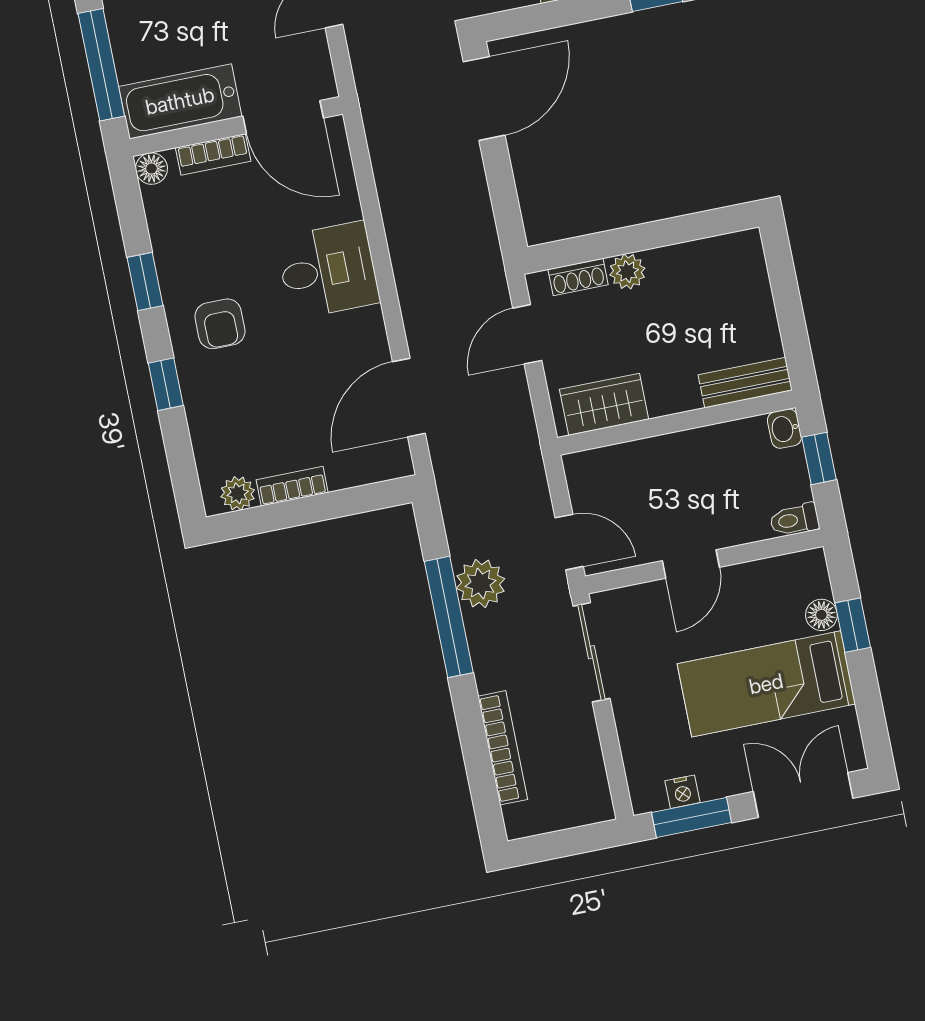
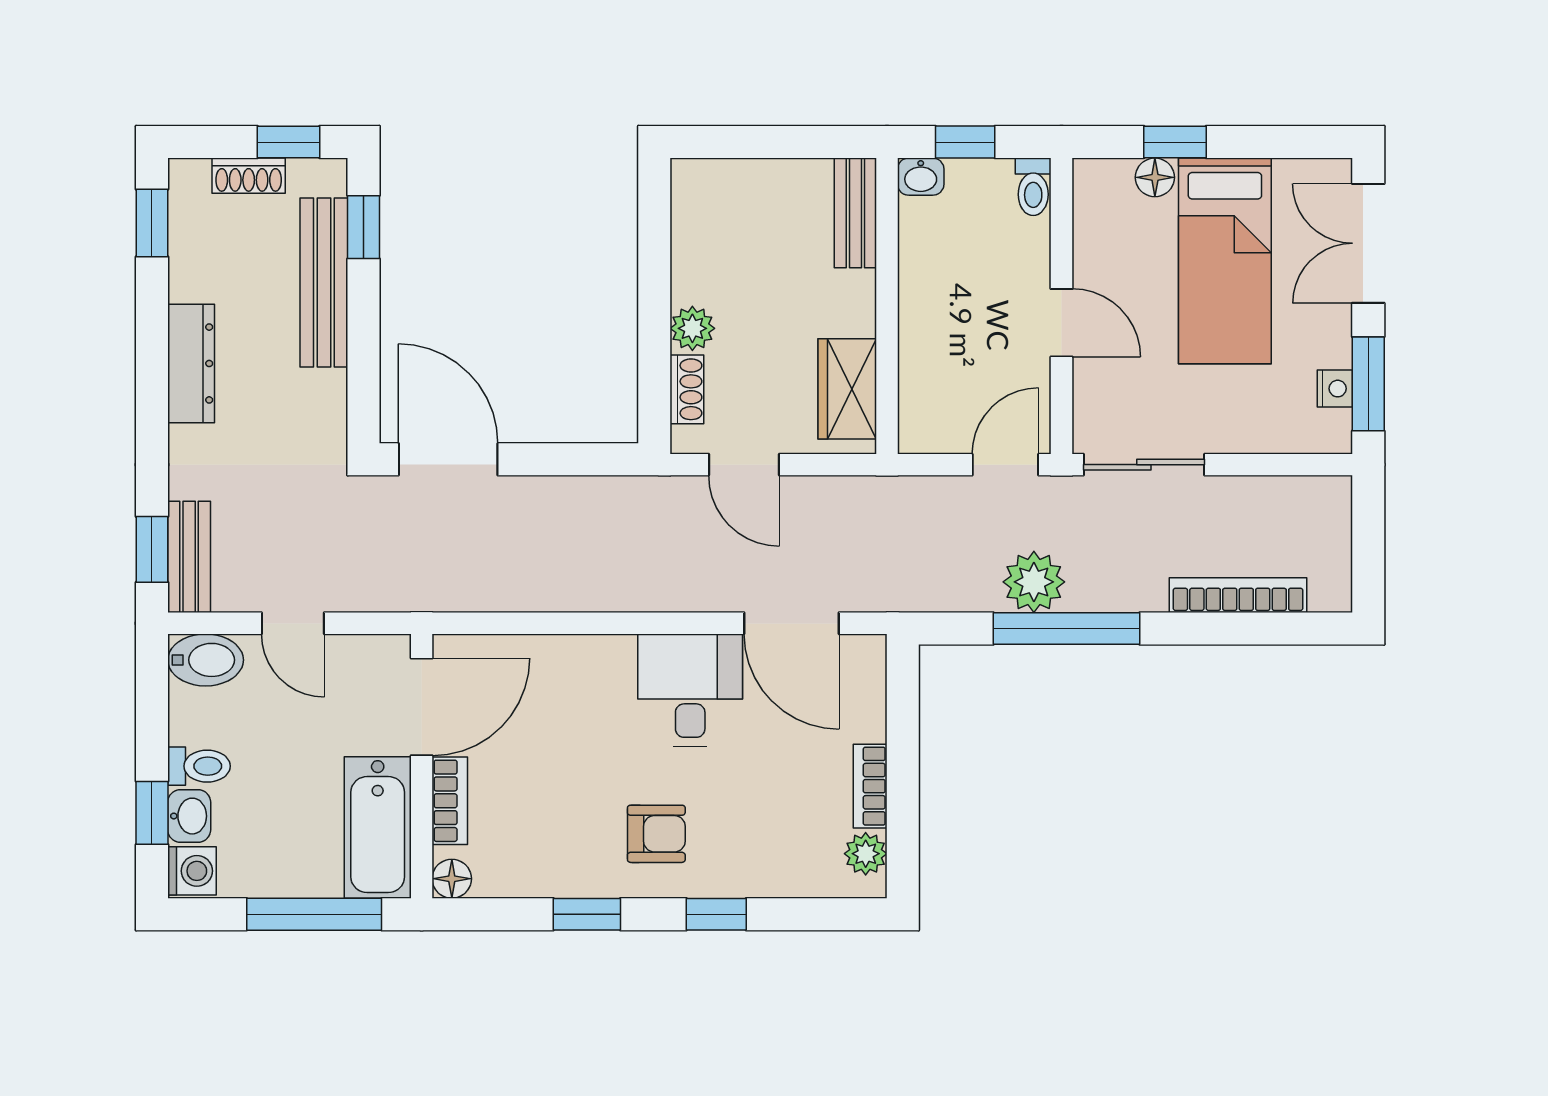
desk: (328, 270) -> (690, 690), moved

